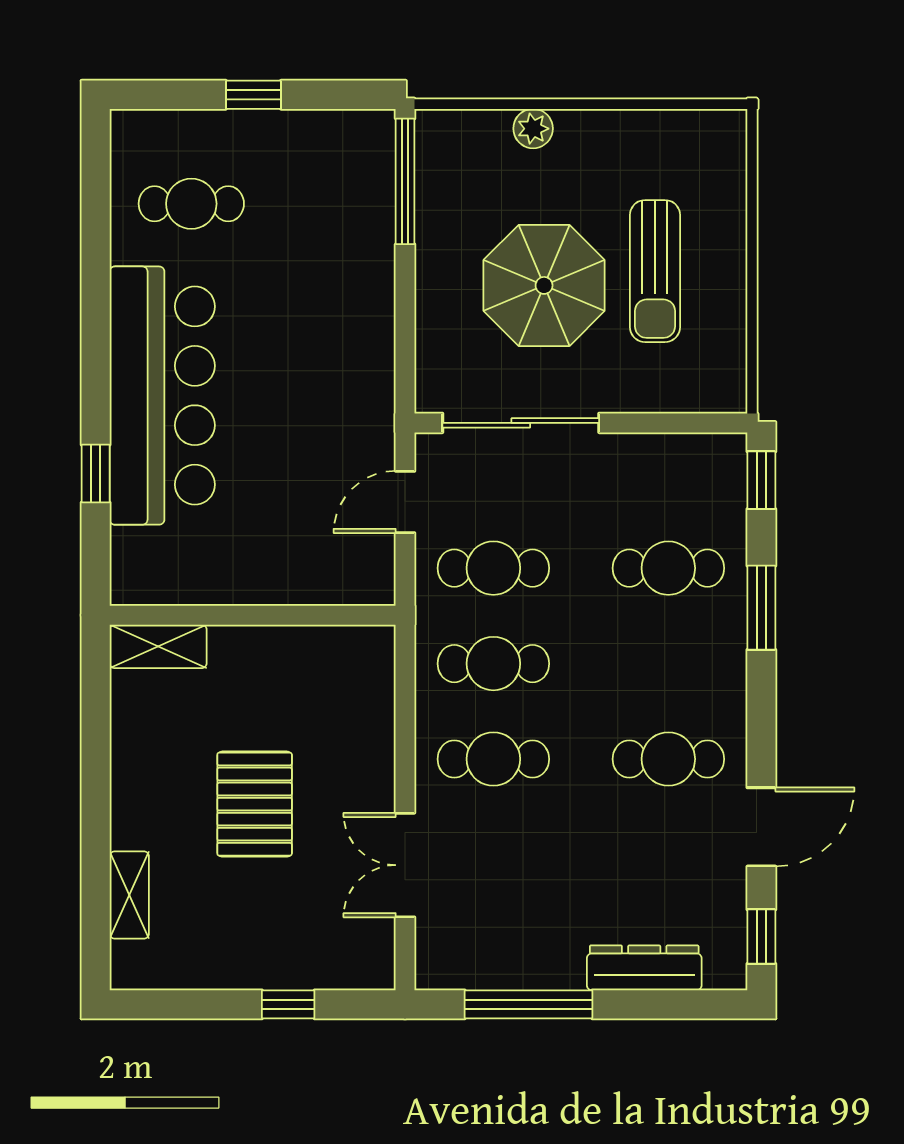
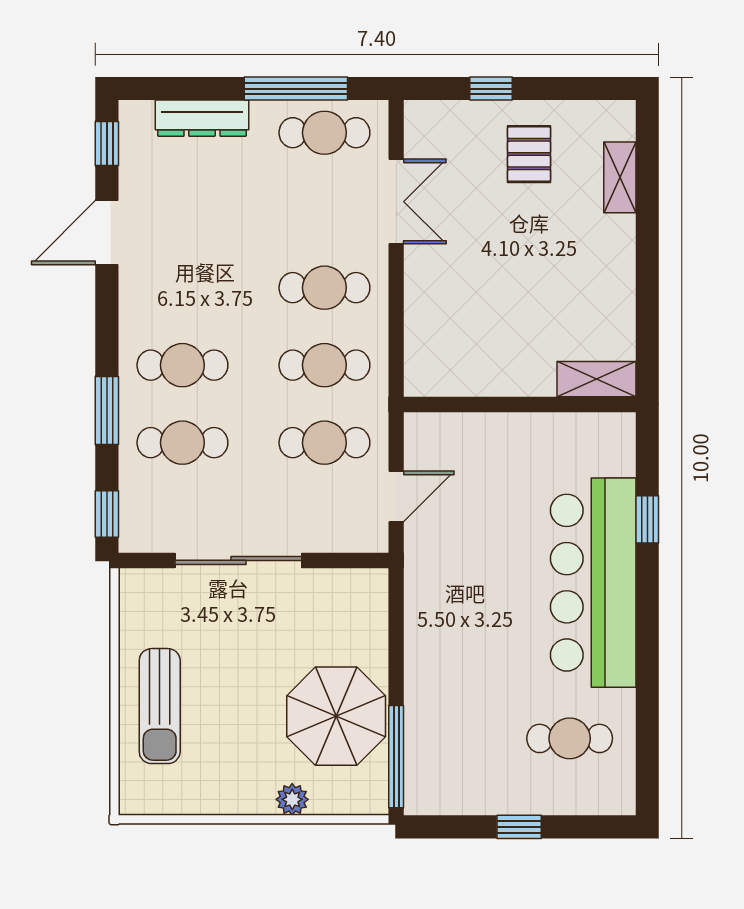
sun lounger: (655, 271) -> (160, 706), moved, turned 180
parasol: (544, 285) -> (336, 716), moved
sliding door: (521, 423) -> (238, 560), moved
cafe table: (668, 759) -> (182, 365), moved
pallet: (255, 804) -> (529, 154), moved, width x0.67, depth x0.71
cafe table: (493, 950) -> (324, 133), added

